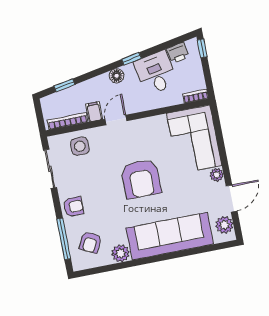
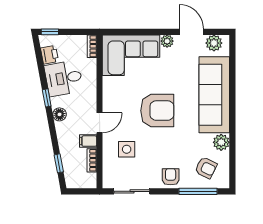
door: (116, 120) -> (100, 123), swing flipped
bookcase: (68, 121) -> (92, 160), width x0.64
side table: (80, 146) -> (127, 149), moved

